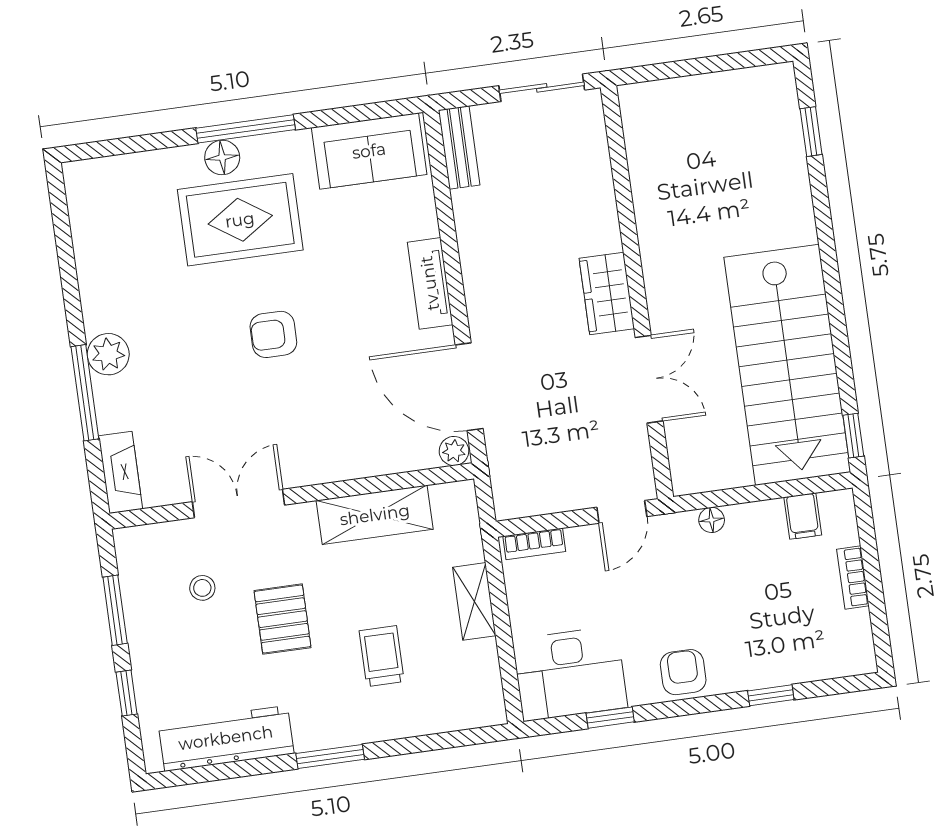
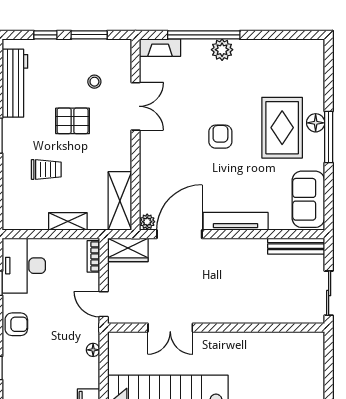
bench: (459, 148) -> (296, 246), width x1.36
tv unit: (430, 283) -> (236, 221), width x1.41
wardrobe: (607, 293) -> (128, 250), moved, turned 180
window: (85, 393) -> (204, 35), width x1.46
shelving: (375, 515) -> (120, 201), moved

